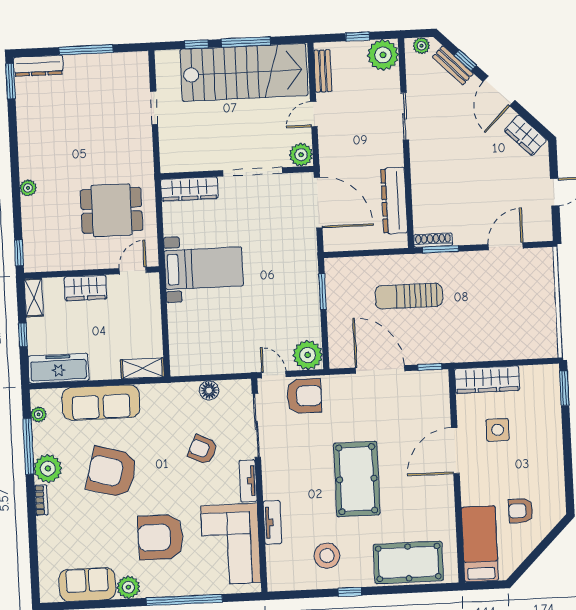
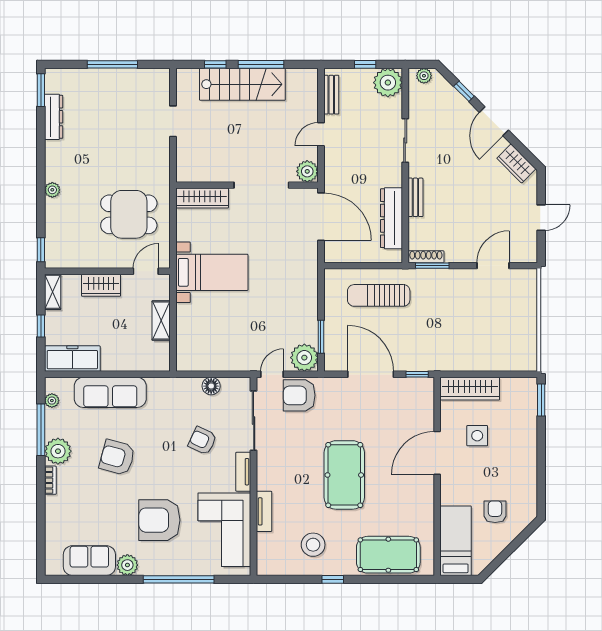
bench: (453, 65) -> (415, 197), moved, turned 45
dresser: (38, 66) -> (54, 117), moved, turned -90
stairs: (244, 72) -> (242, 84), width x0.73, depth x0.66
window: (322, 292) -> (321, 337), moved
sun lounger: (409, 296) -> (379, 295), moved
shelving: (142, 368) -> (161, 321), moved, turned 90
door: (274, 375) -> (272, 374), hinge flipped
armchair: (304, 396) -> (299, 395), turned 180
armchair: (112, 472) -> (117, 457), width x0.73, depth x0.73
armchair: (521, 511) -> (495, 512), turned 90

